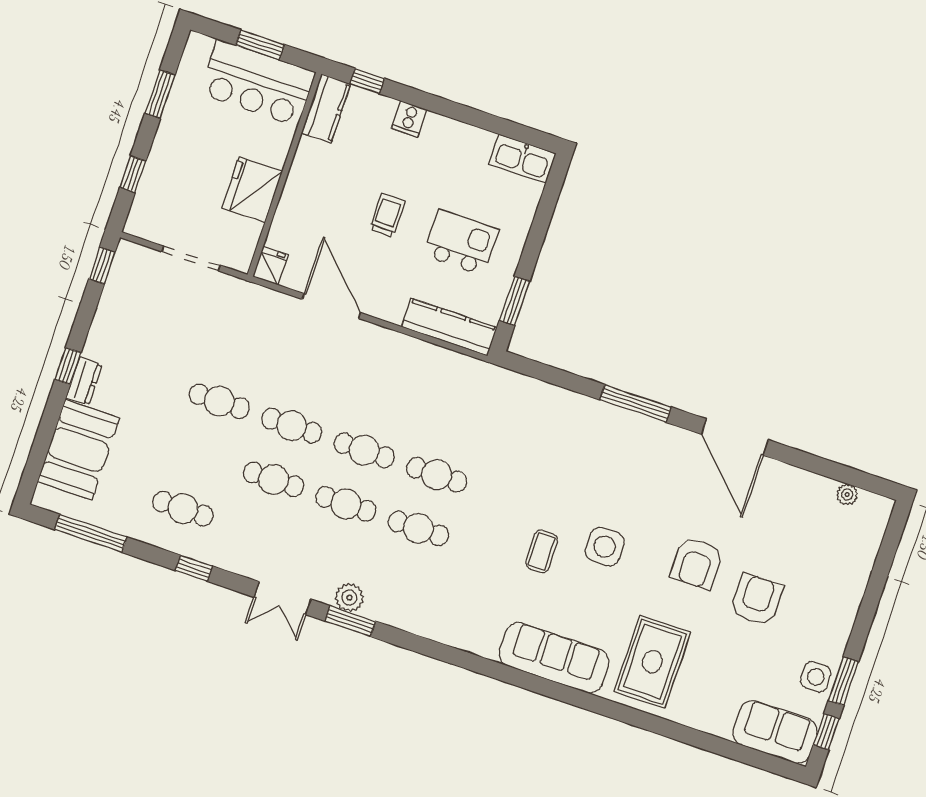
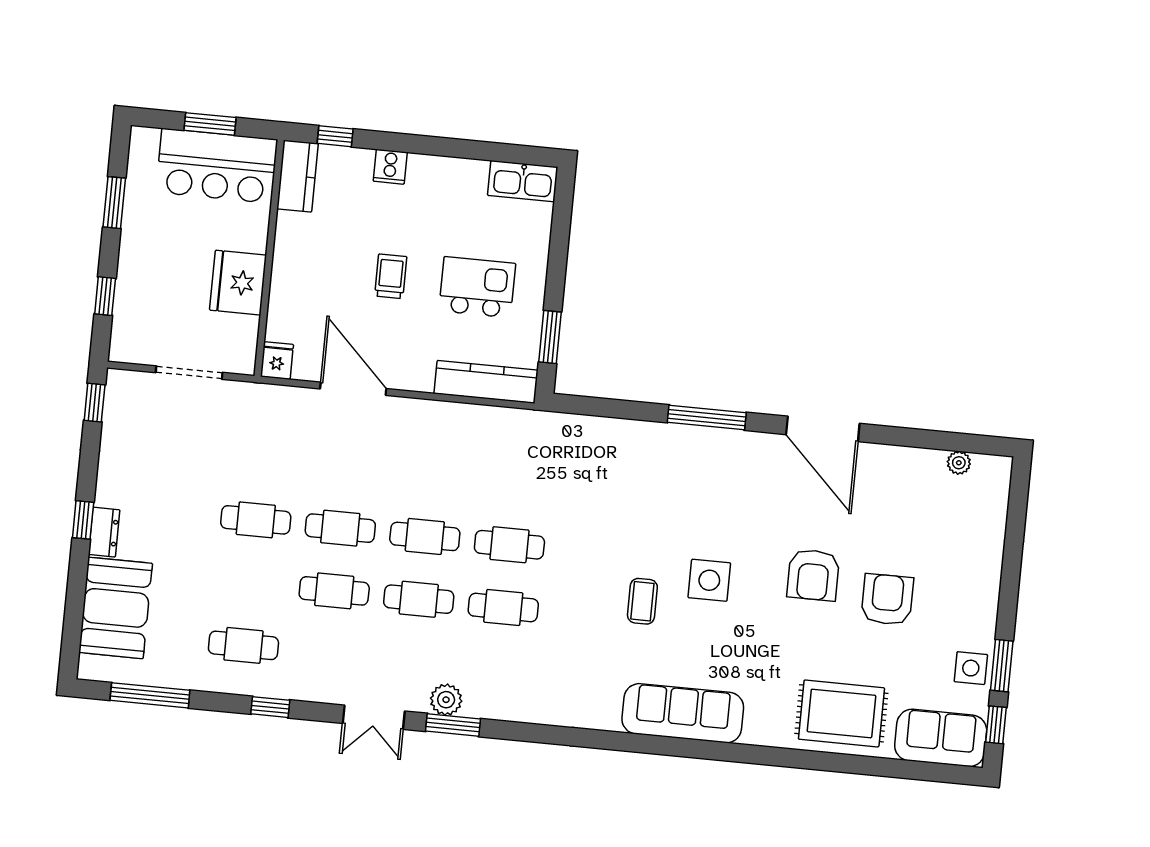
rug: (652, 662) -> (841, 713), moved, turned 90

